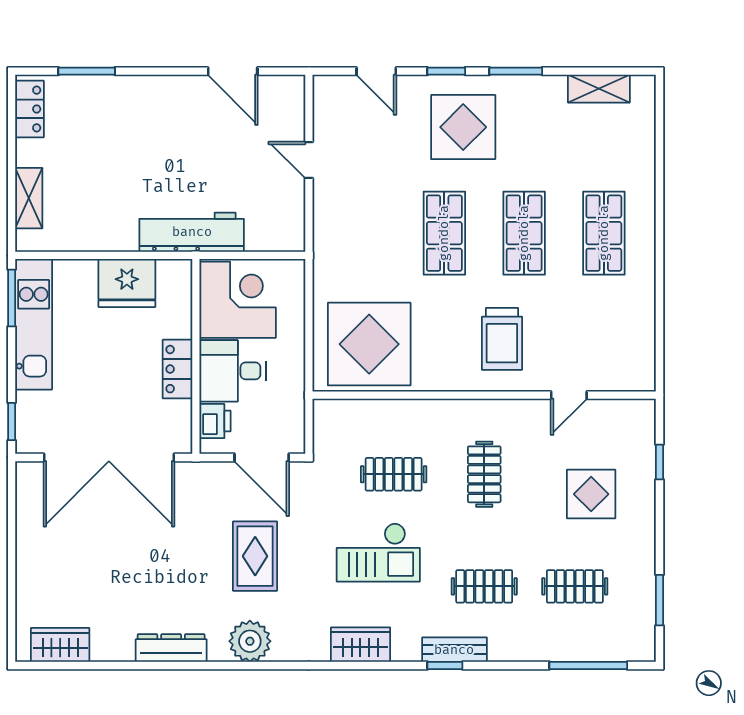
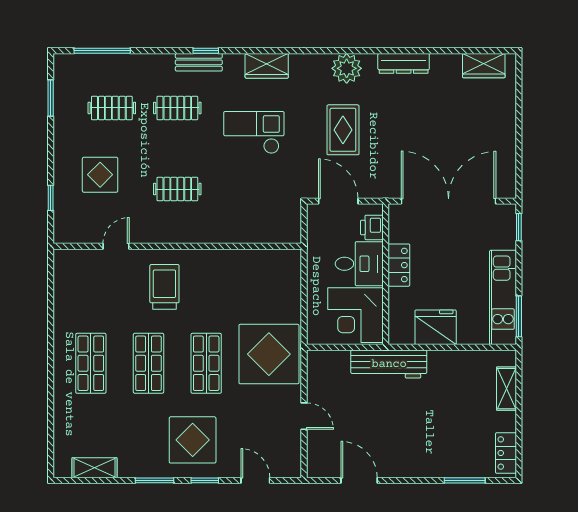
display table: (369, 344) -> (269, 354), moved
clothes rail: (394, 474) -> (243, 189), removed
clothes rail: (484, 474) -> (177, 189), turned 90

